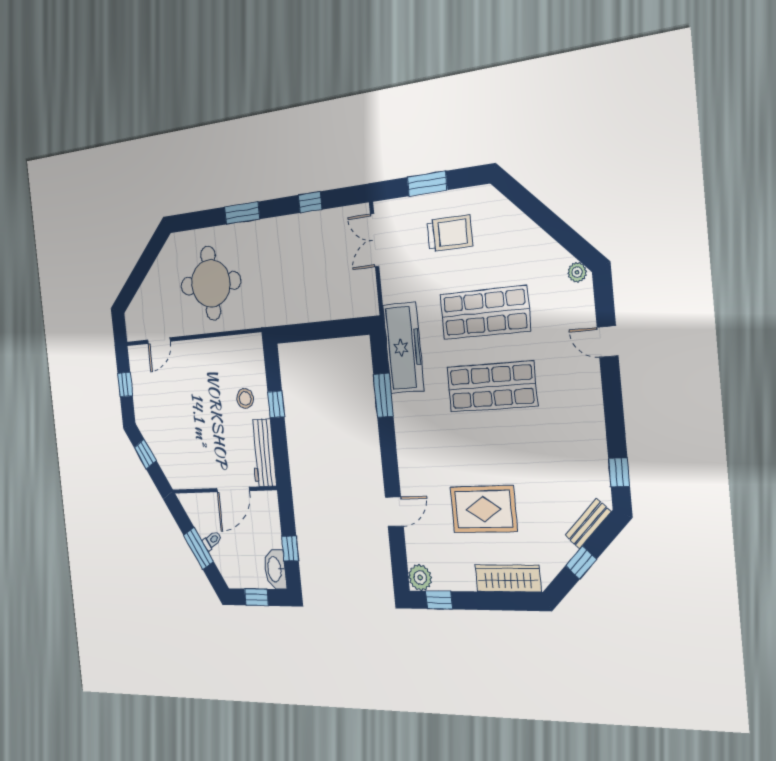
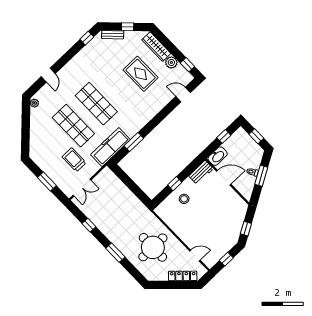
trolley: (450, 233) -> (74, 160), moved
locker: (144, 295) -> (183, 276), added
workbench: (263, 453) -> (201, 172), width x0.73
door: (394, 512) -> (183, 95), moved
washbasin: (275, 569) -> (218, 156), moved
plant: (420, 578) -> (171, 62), moved

